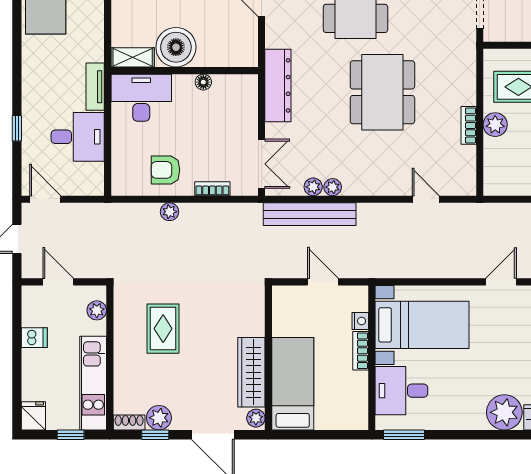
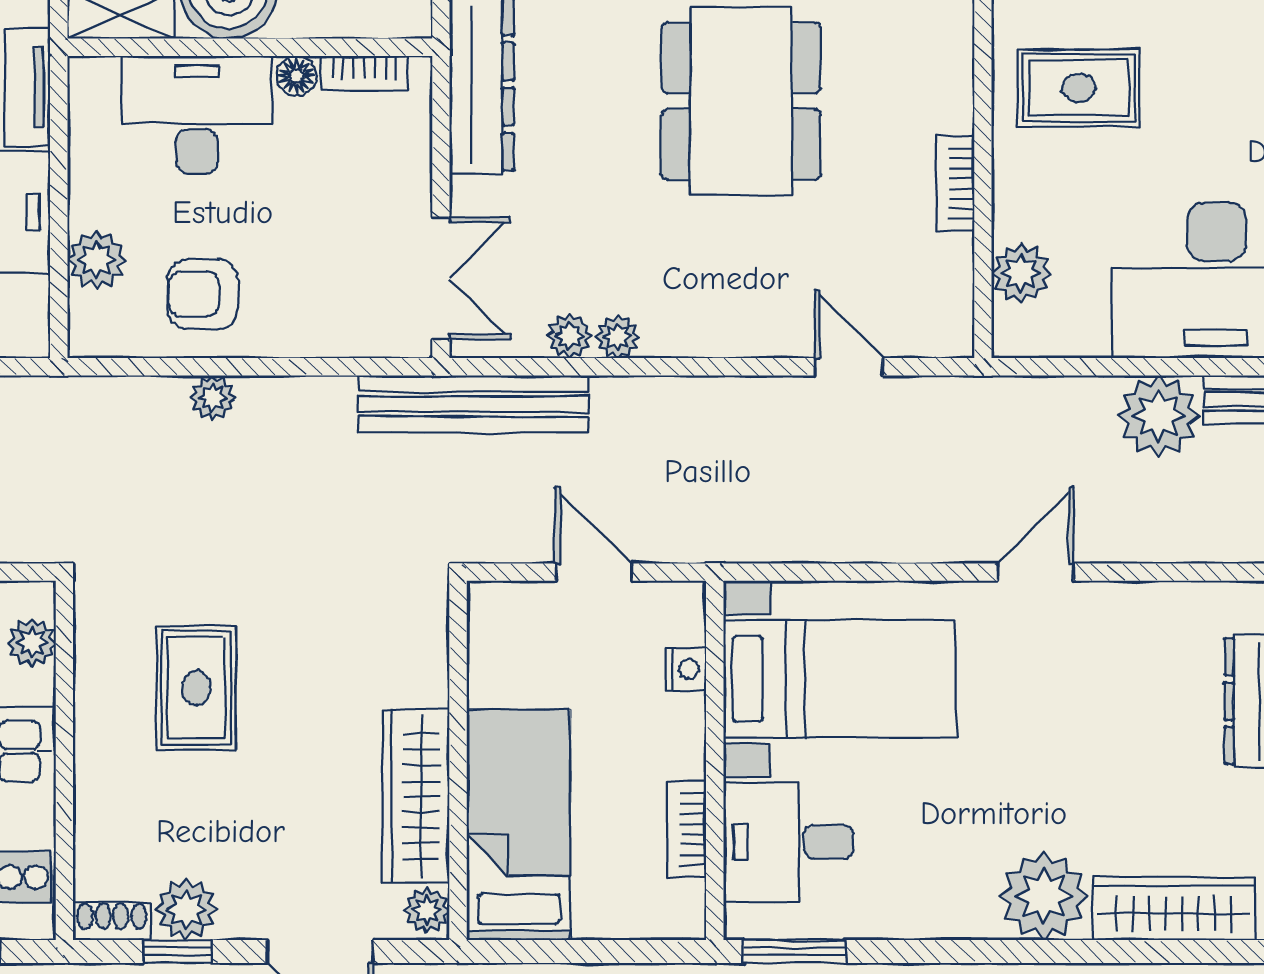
desk: (141, 98) -> (197, 115), moved
plant: (495, 125) -> (1021, 273), moved
plant: (123, 156) -> (96, 260), added
bookcase: (212, 189) -> (365, 73), moved, turned 180
bench: (310, 214) -> (474, 404), moved
bookcase: (361, 351) -> (687, 829), moved

